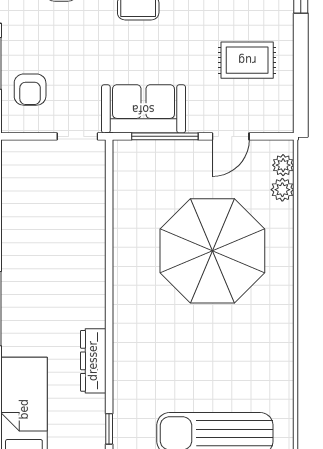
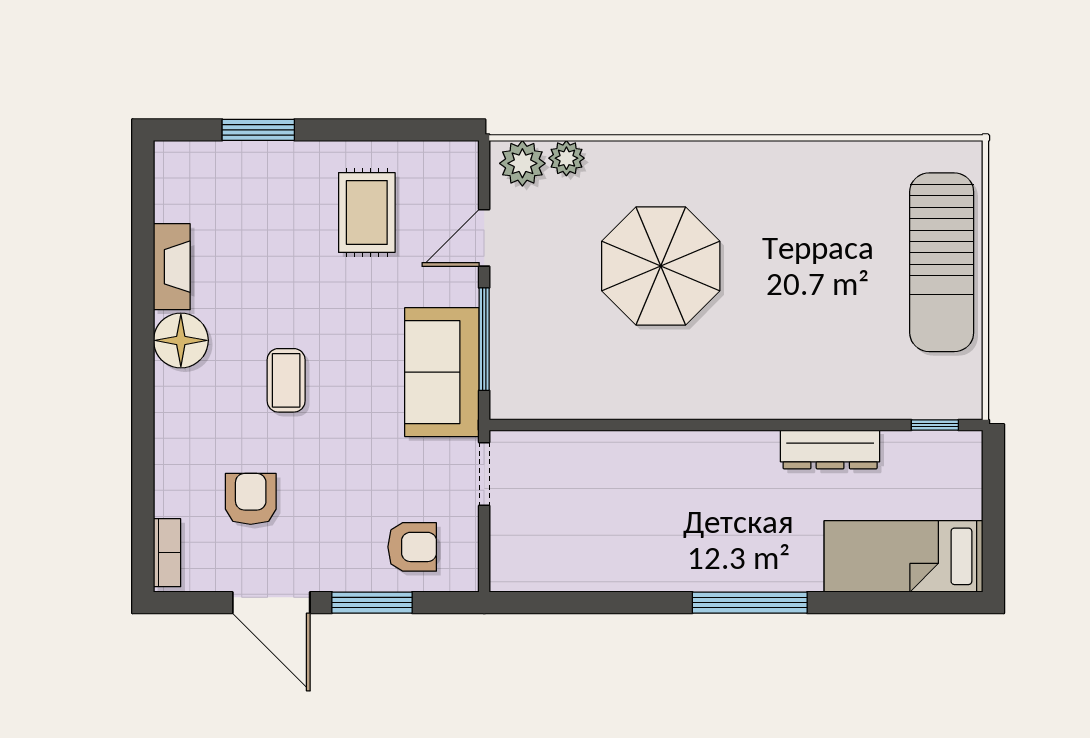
door: (231, 136) -> (484, 238), swing flipped
plant: (283, 165) -> (522, 163), width x1.38, depth x1.38
parasol: (212, 251) -> (661, 266), width x0.73, depth x0.73

